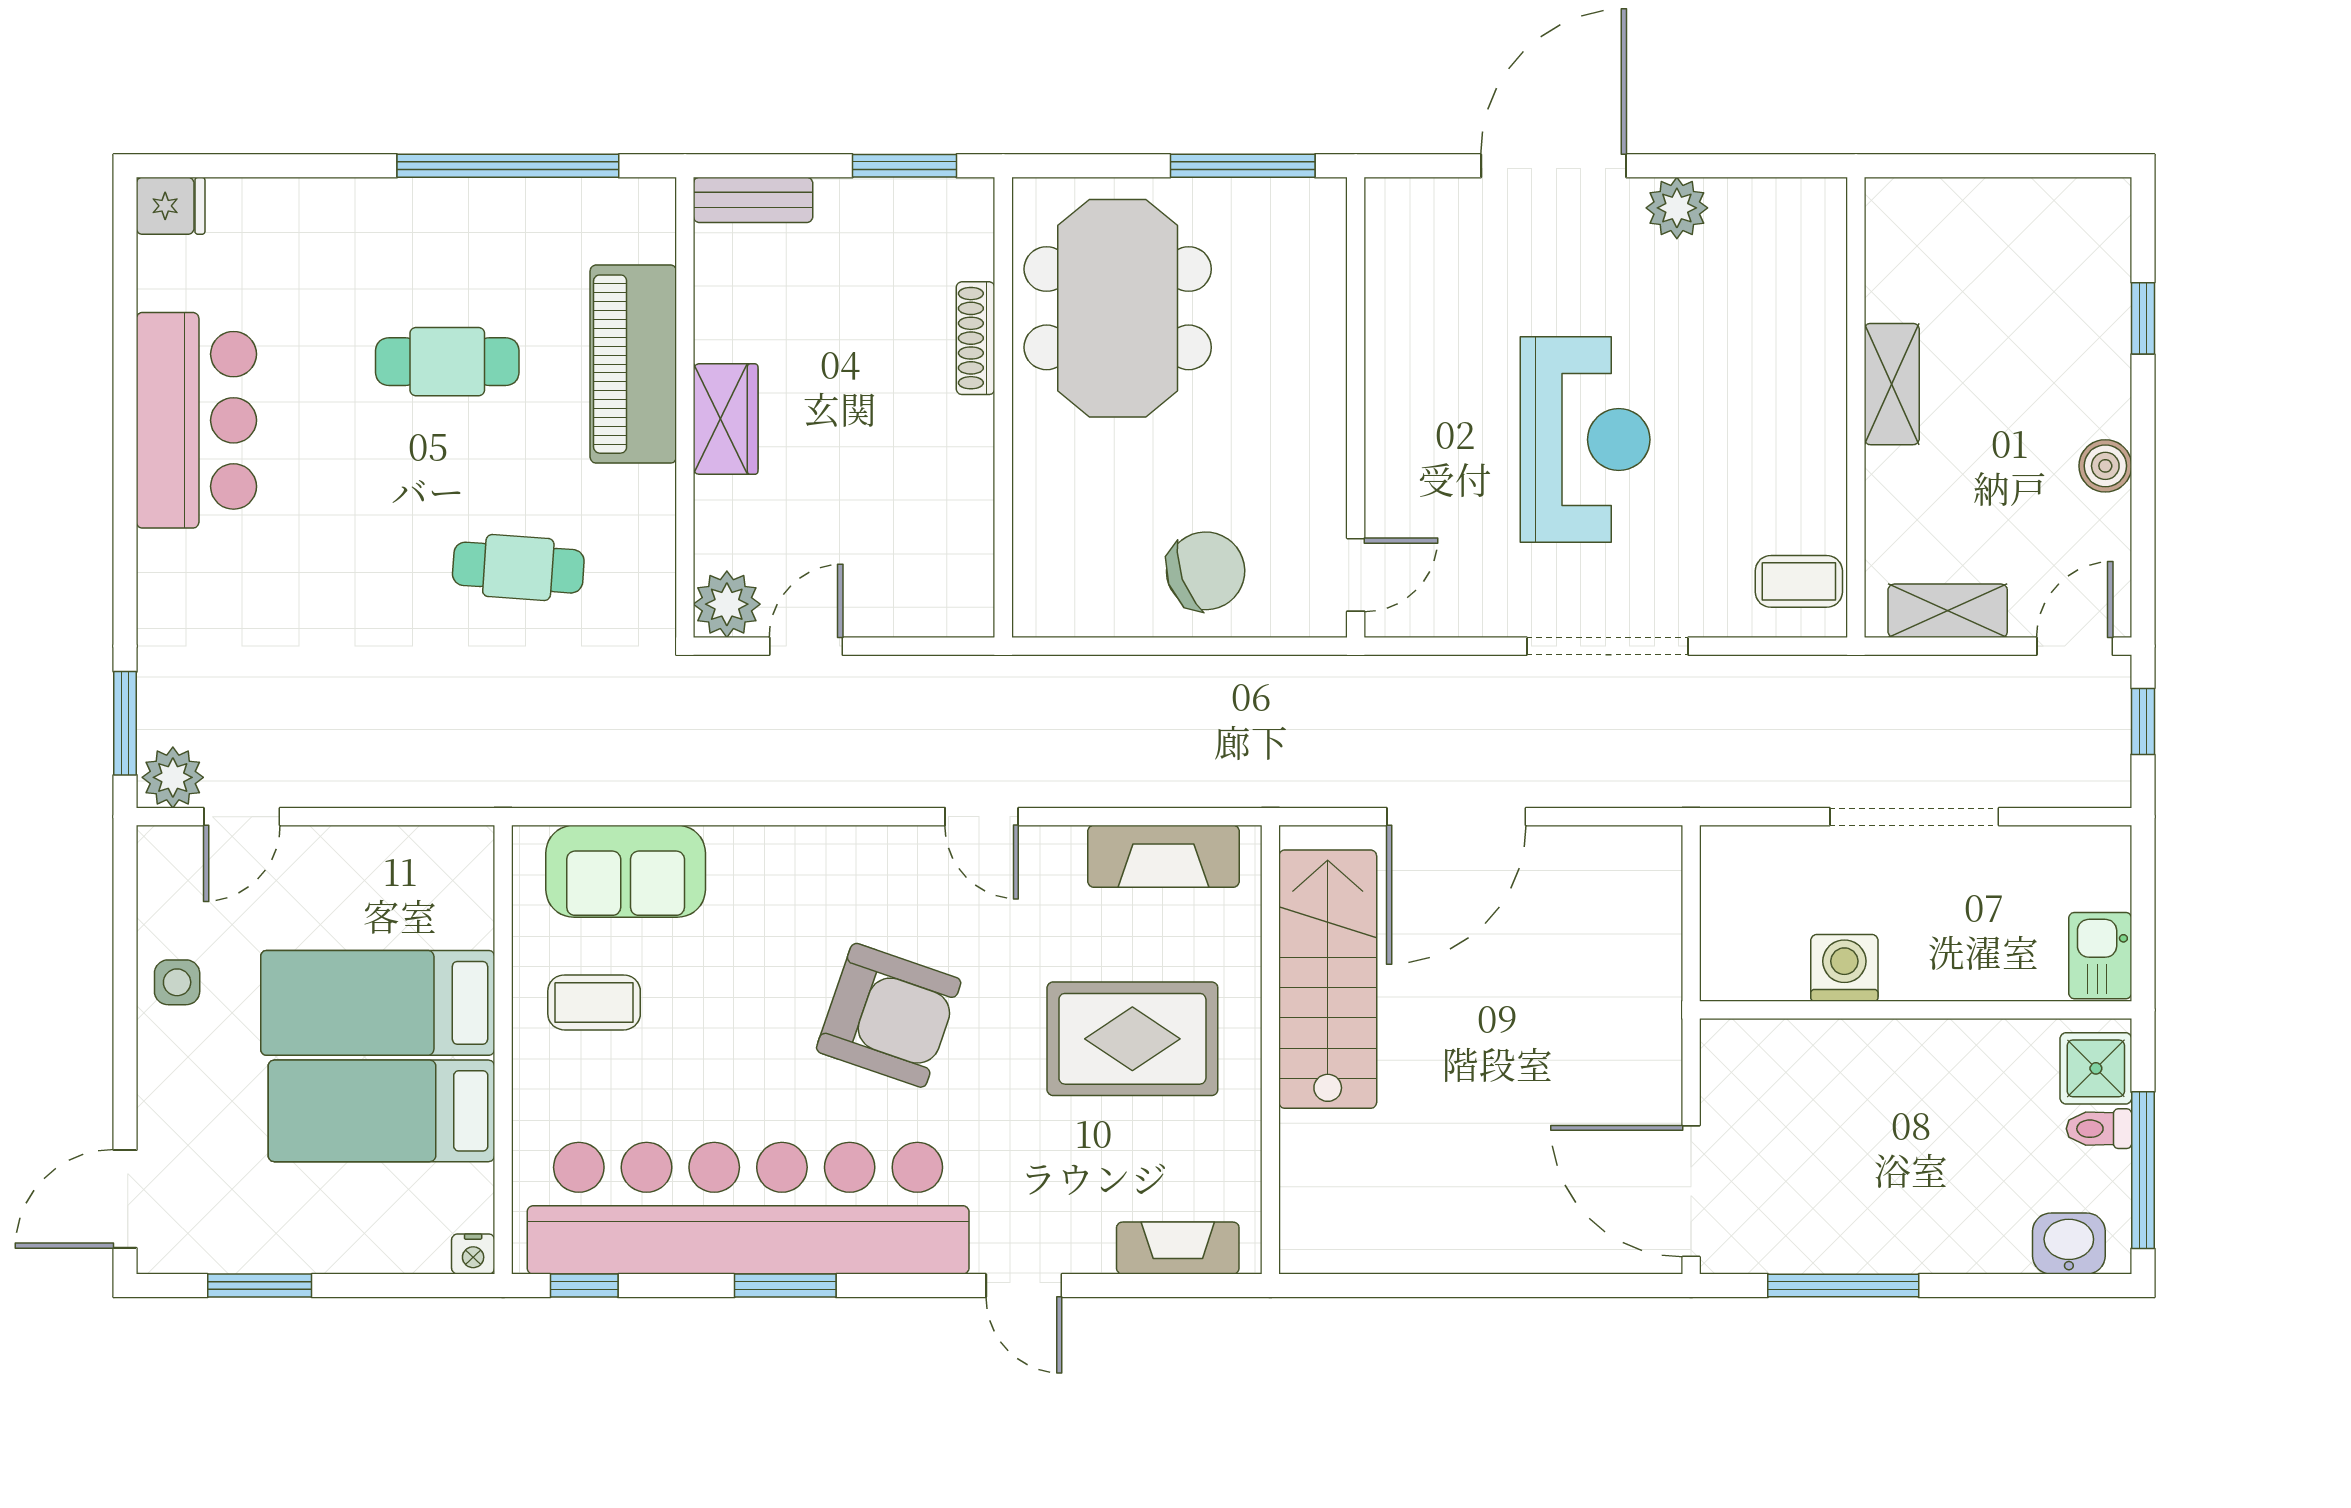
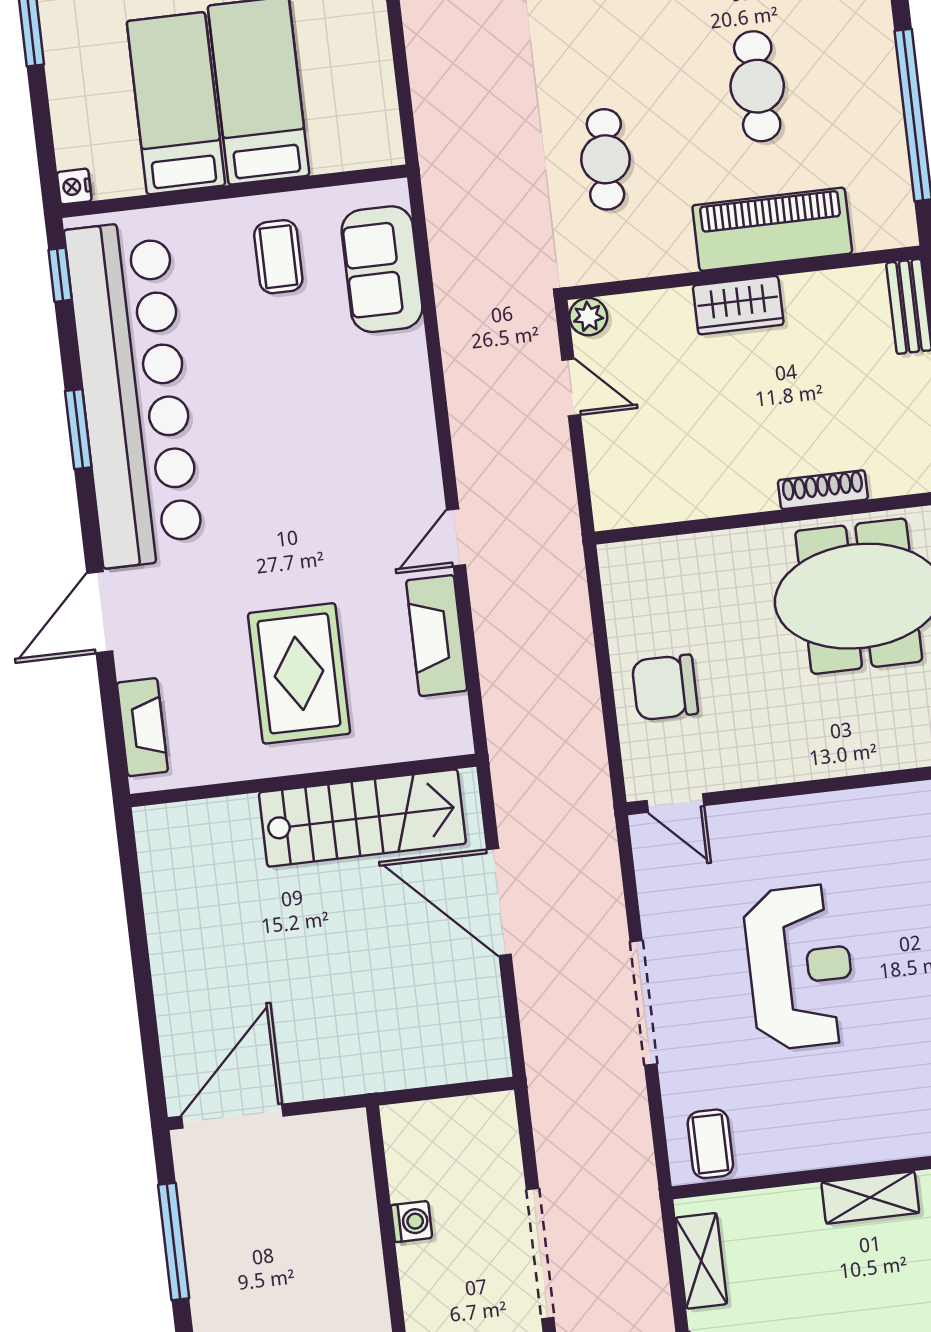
reception desk: (1585, 440) -> (800, 967), turned -90
chair: (1206, 571) -> (665, 687), turned 110
plant: (727, 604) -> (588, 317), width x0.73, depth x0.73
fireplace: (1163, 856) -> (437, 636), moved
washing machine: (1844, 968) -> (411, 1222), width x0.73, depth x0.73
armchair: (889, 1015) -> (295, 484), removed
door: (1024, 1286) -> (100, 612), width x1.38

